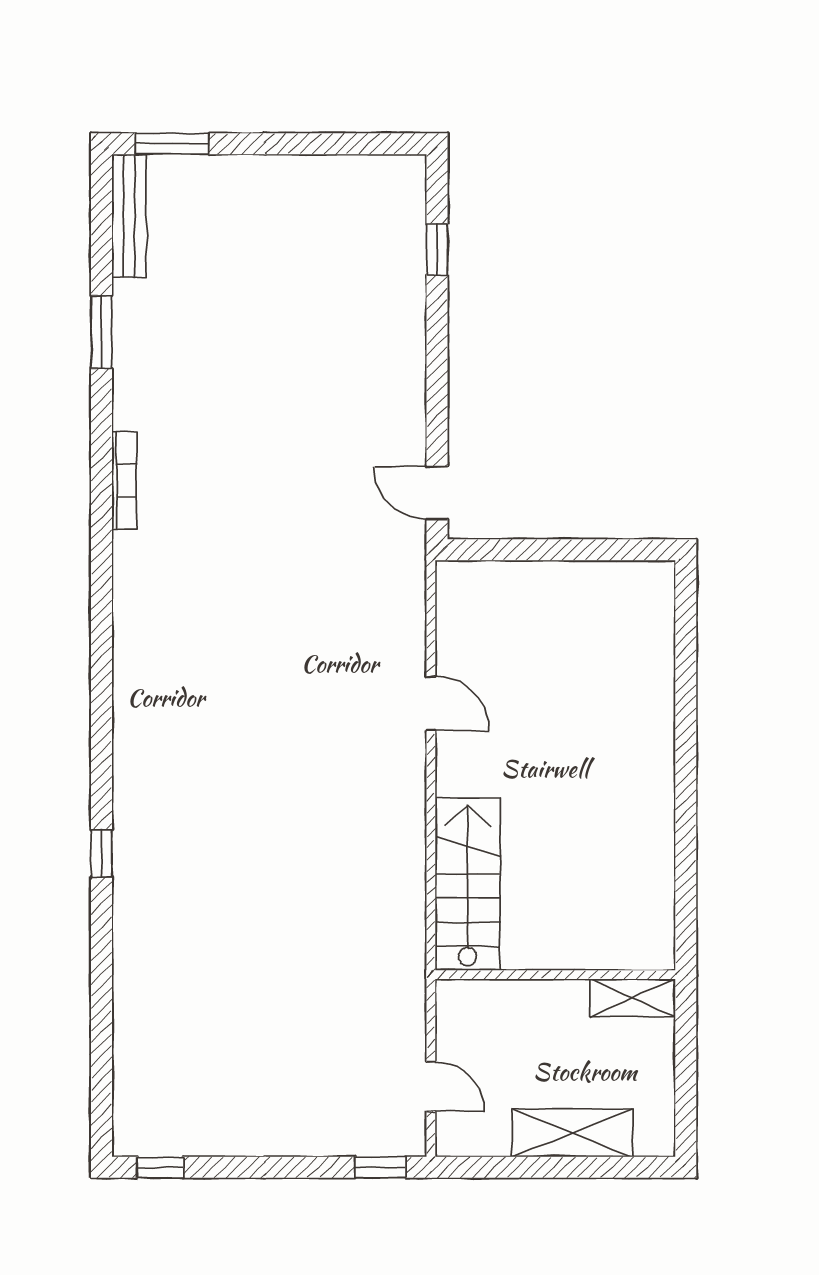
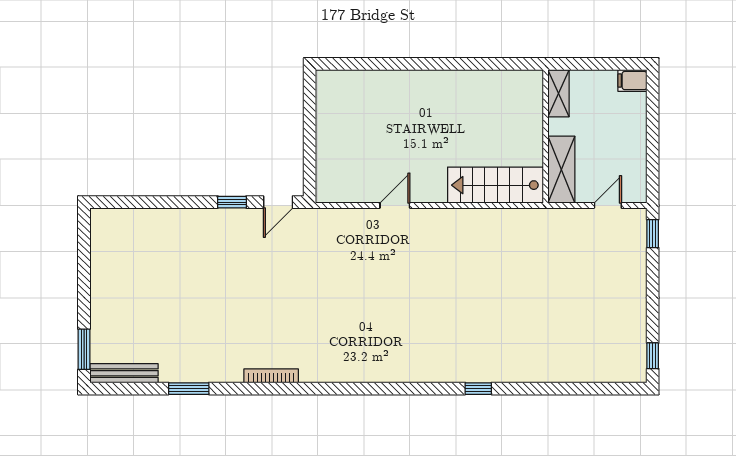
window: (437, 250) -> (232, 202), moved
filing cabinet: (656, 1131) -> (632, 81), added
shelving: (572, 1133) -> (561, 170), moved

